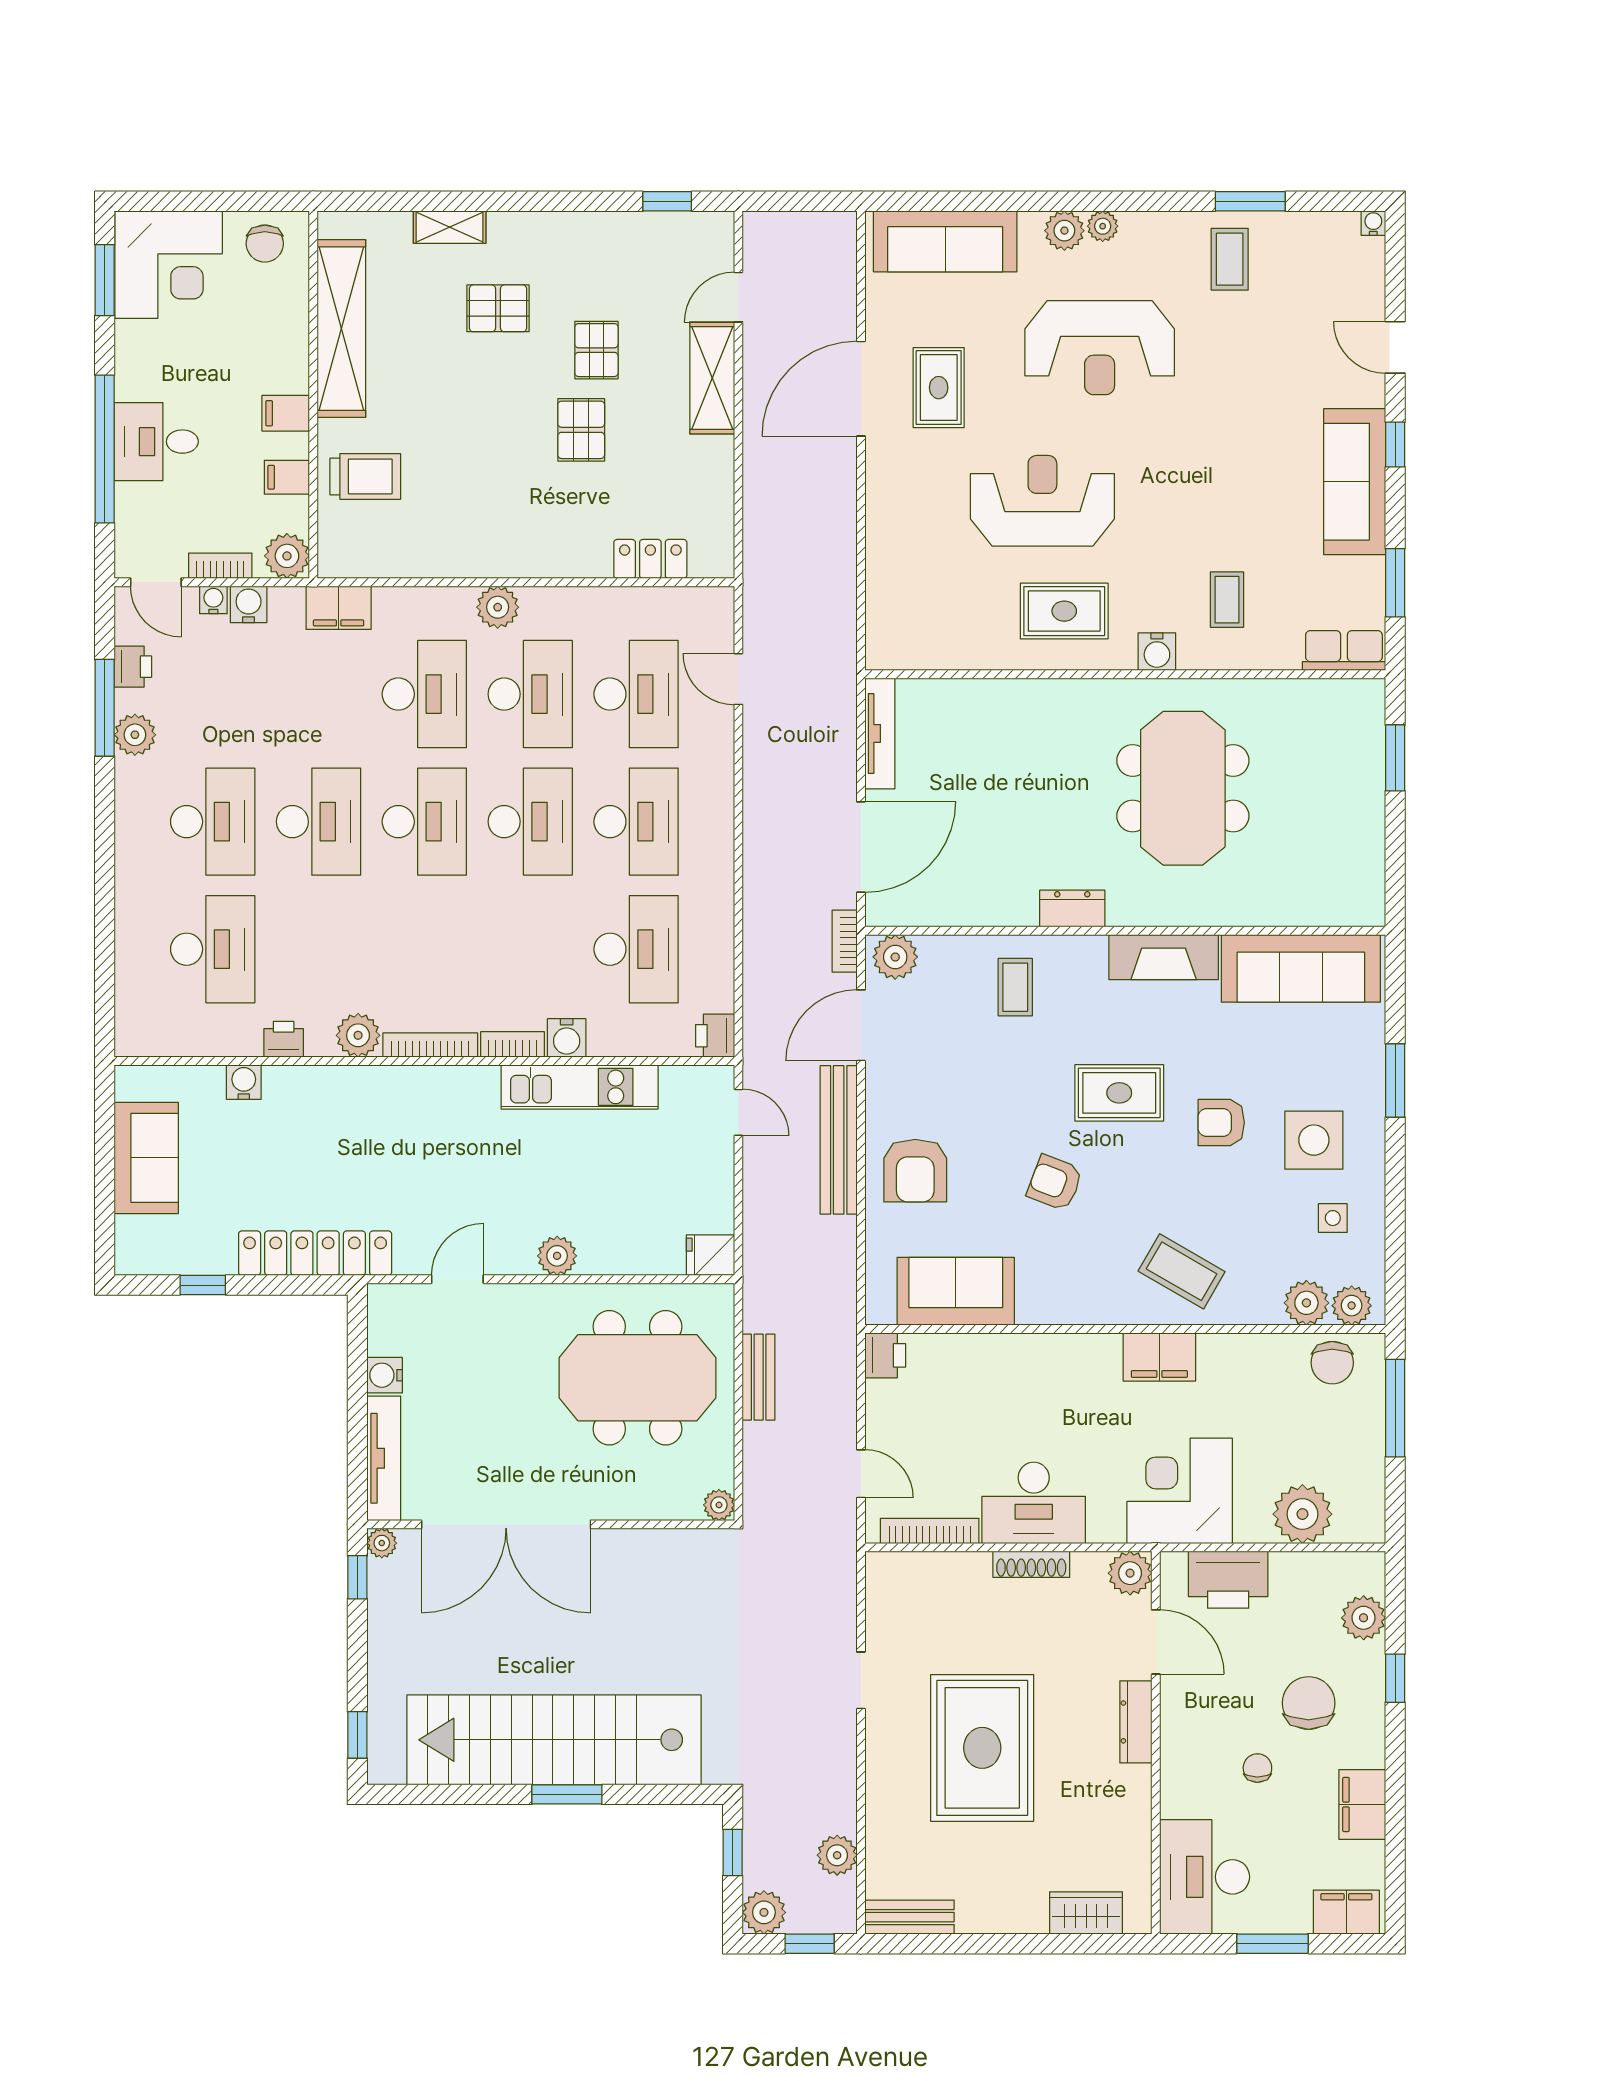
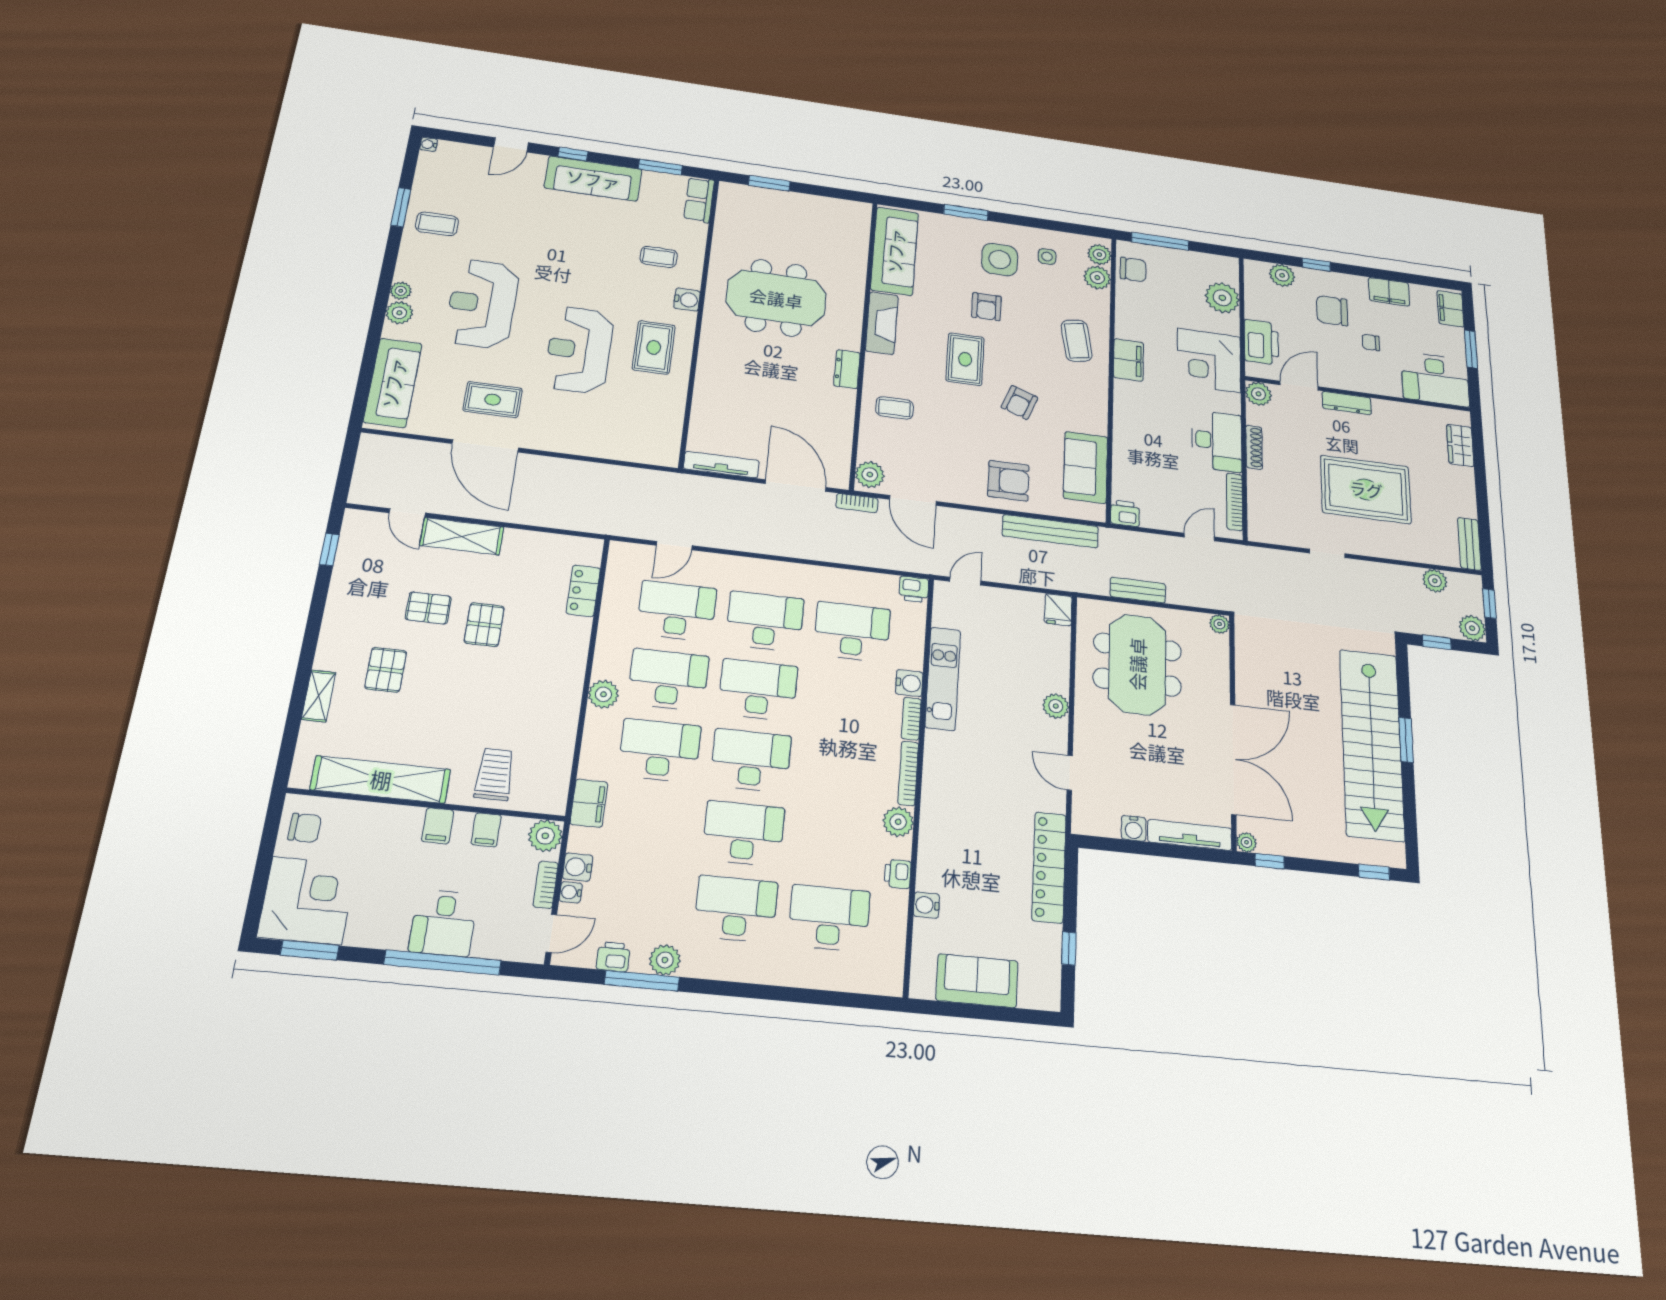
reception desk: (1100, 348) -> (482, 304), turned 180
pallet: (581, 430) -> (484, 625), turned 90
bench: (839, 1140) -> (1050, 531), moved
coffee table: (1182, 1271) -> (1077, 341), turned -40

